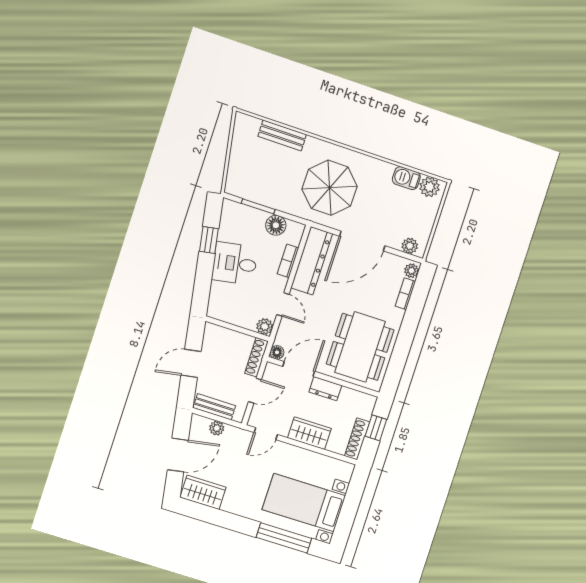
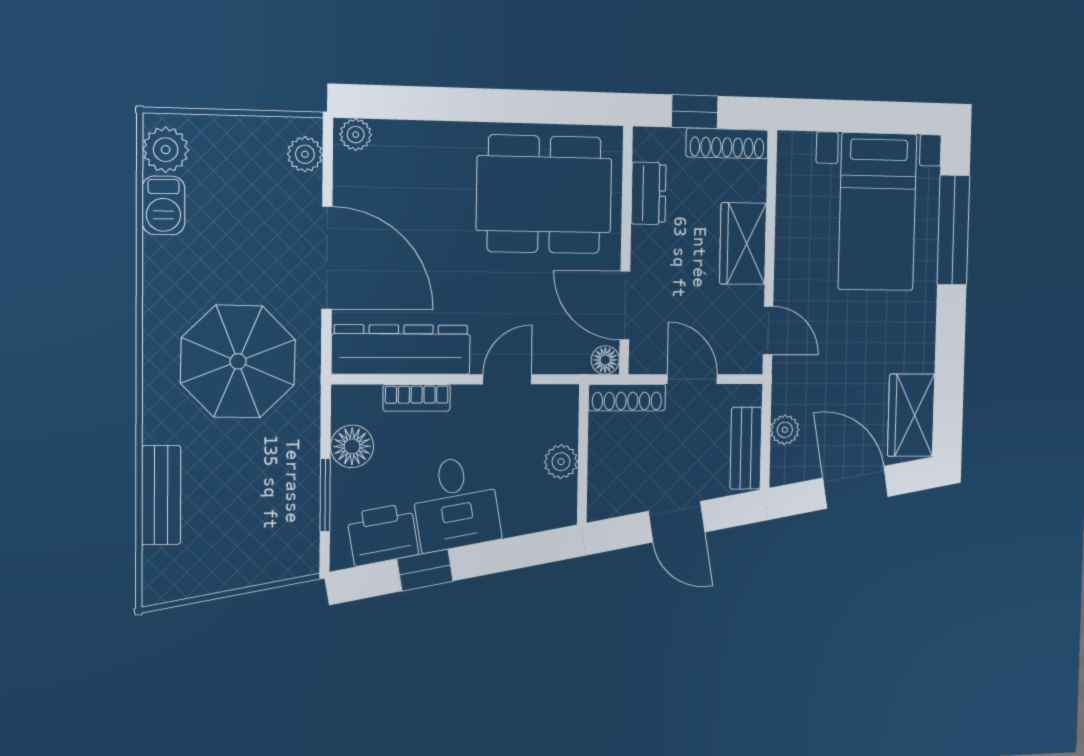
printer: (232, 226) -> (383, 534), added
bookcase: (405, 294) -> (408, 133), removed
plant: (265, 326) -> (561, 462), moved
dresser: (325, 389) -> (649, 193), moved

